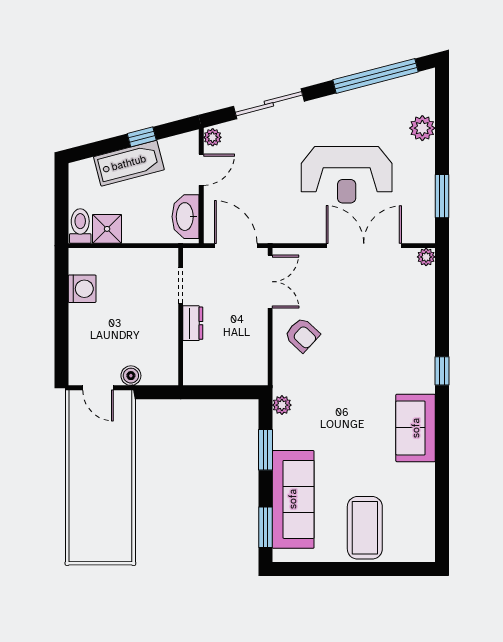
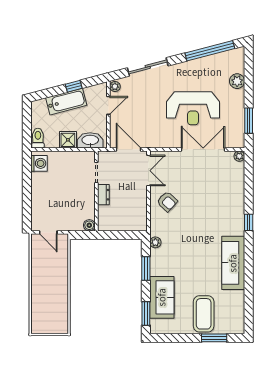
washbasin: (186, 217) -> (90, 140), moved, turned 90
shower: (107, 229) -> (68, 140), moved
washing machine: (82, 289) -> (39, 163), moved
boiler: (131, 376) -> (89, 225), moved
sofa: (416, 428) -> (233, 263), width x1.36
sofa: (293, 499) -> (162, 297), width x0.73
window: (383, 569) -> (214, 338), added

